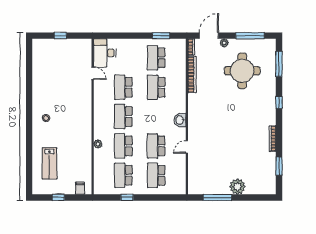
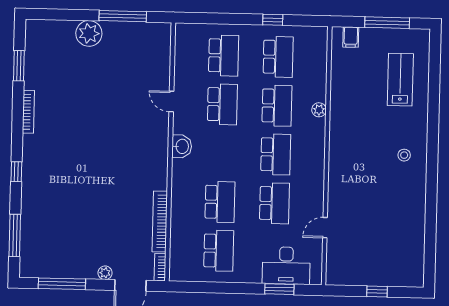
window: (161, 36) -> (279, 289), moved
desk: (105, 53) -> (286, 266), moved, turned 90
round table: (242, 71) -> (76, 226), removed
door: (93, 73) -> (325, 228), hinge flipped
door: (187, 147) -> (171, 102), swing flipped
window: (58, 197) -> (387, 23), width x2.17

